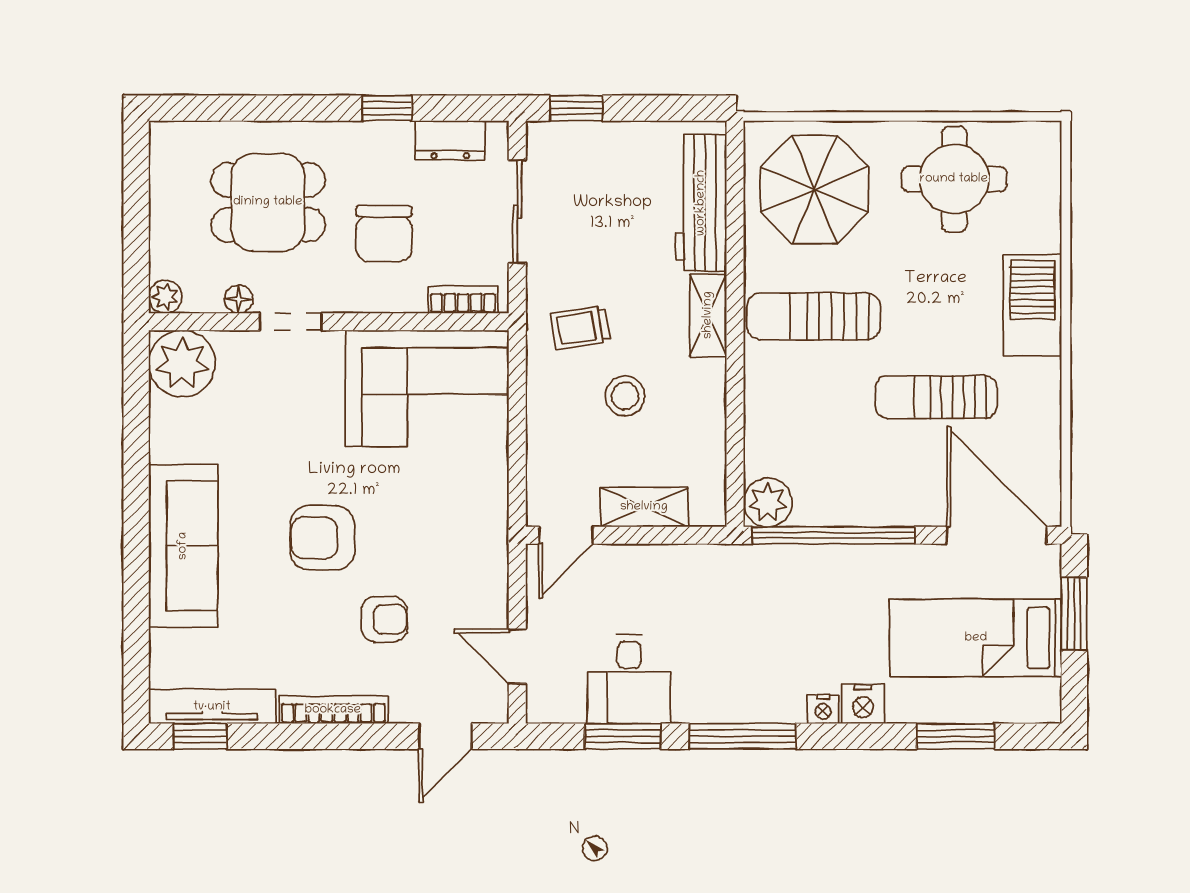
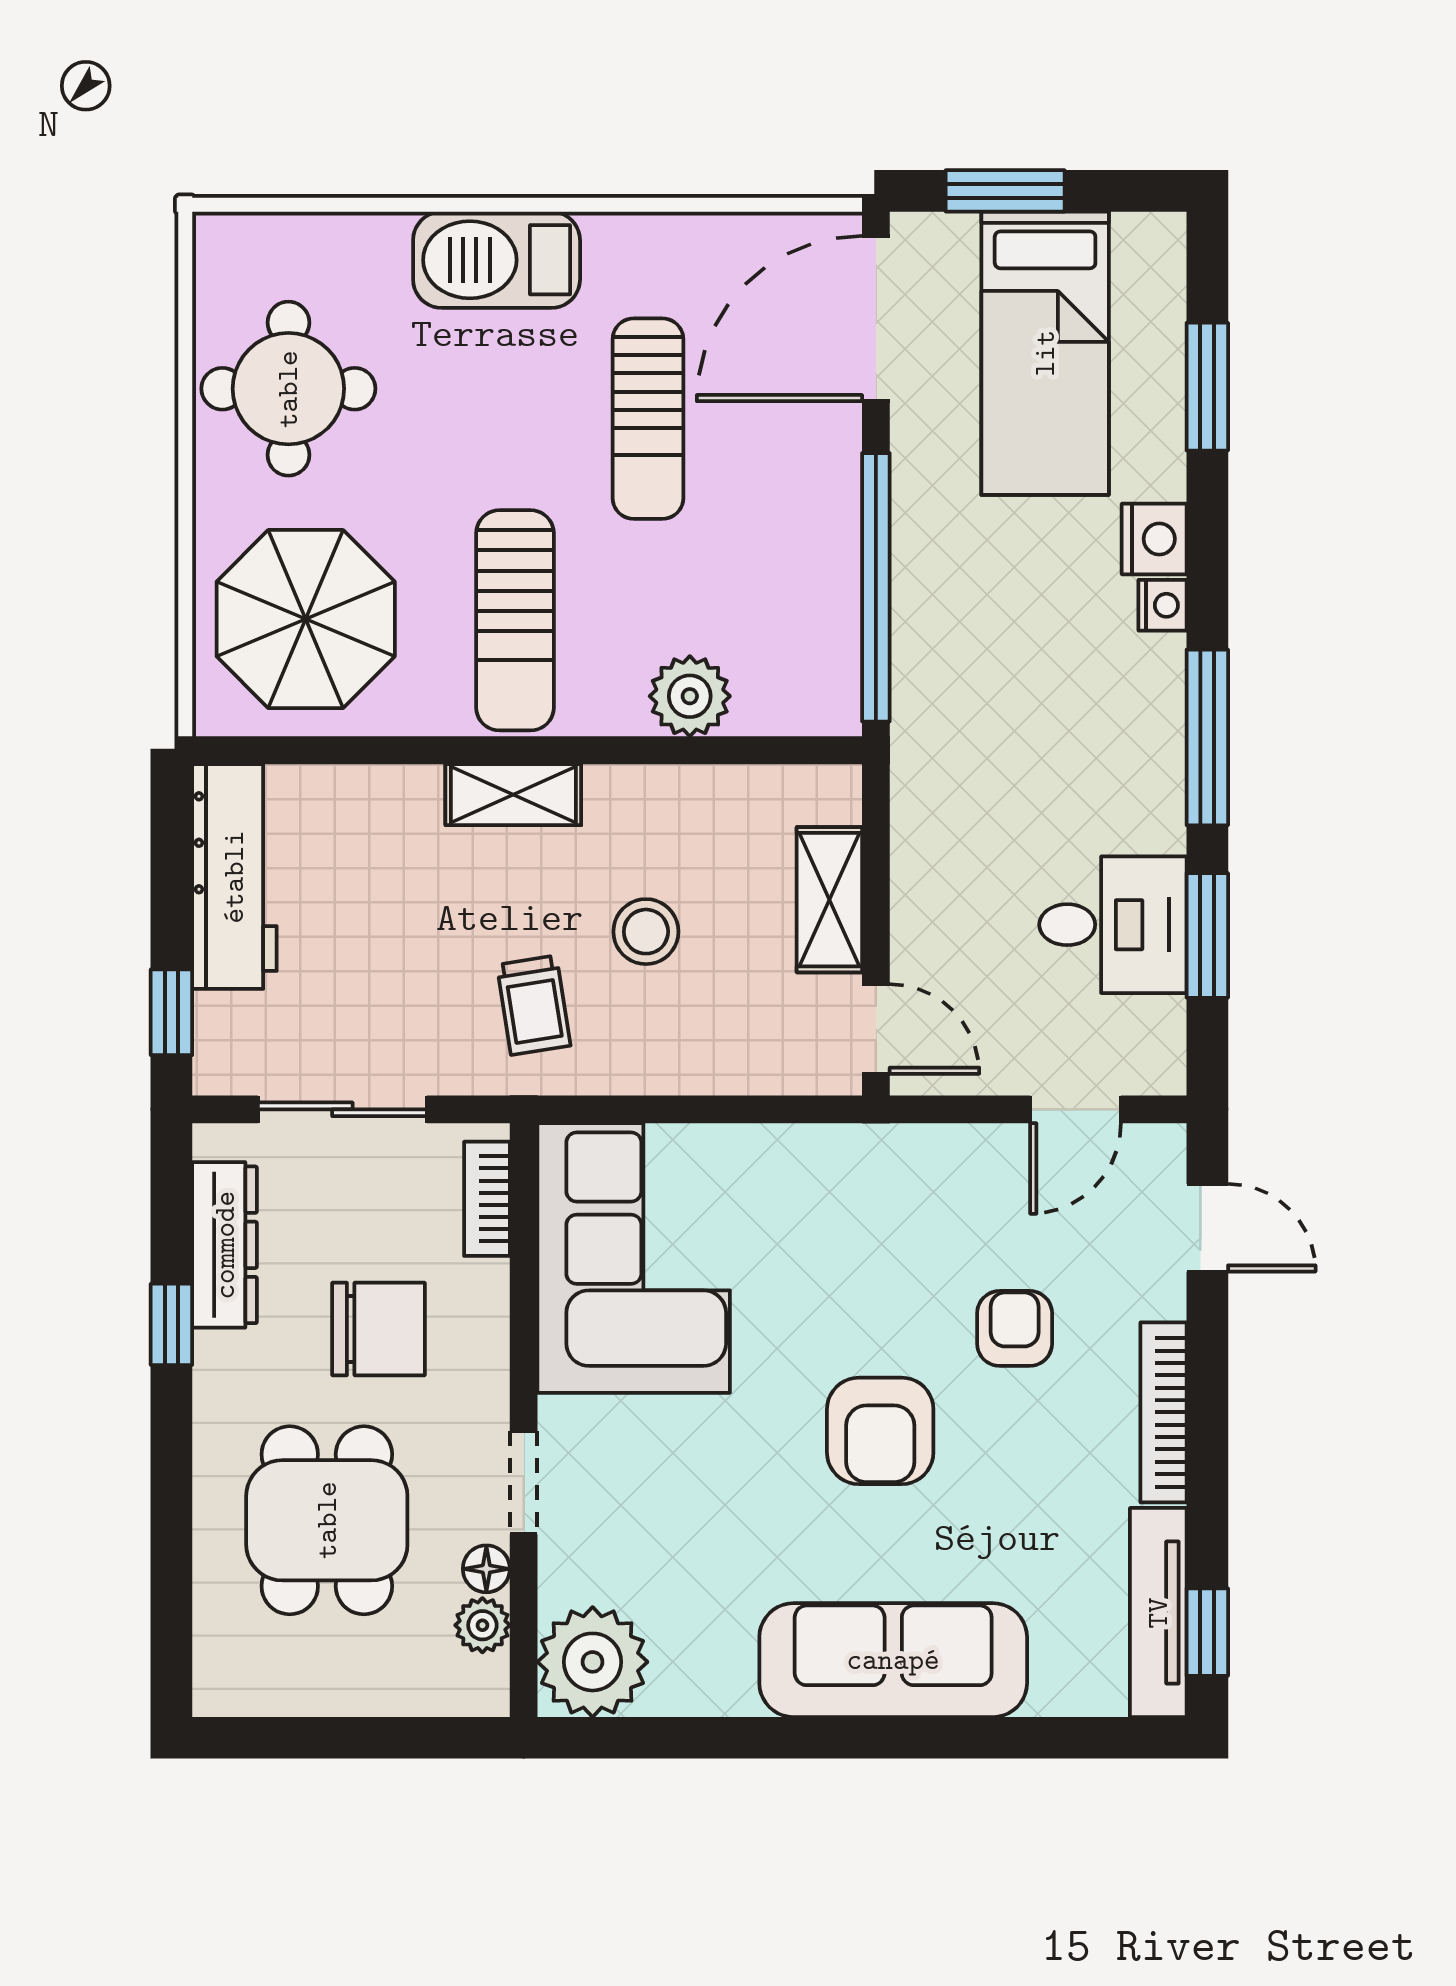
dresser: (450, 140) -> (225, 1245), width x1.44
workbench: (701, 203) -> (234, 877), moved, turned -90
plant: (165, 297) -> (482, 1625), moved
plant: (768, 502) -> (690, 696), moved

